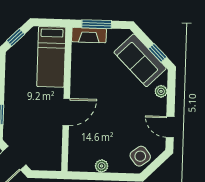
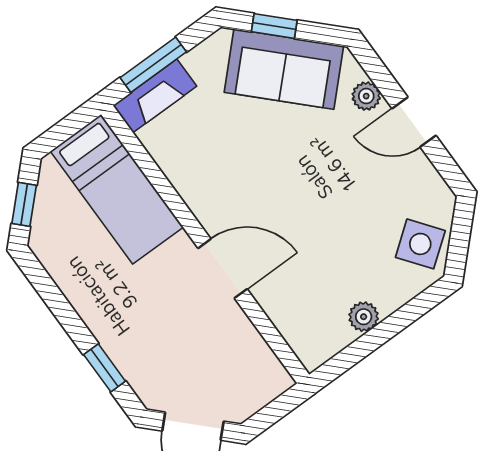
window: (157, 53) -> (274, 26), moved
door: (66, 112) -> (223, 269), hinge flipped
door: (170, 127) -> (414, 122), moved

